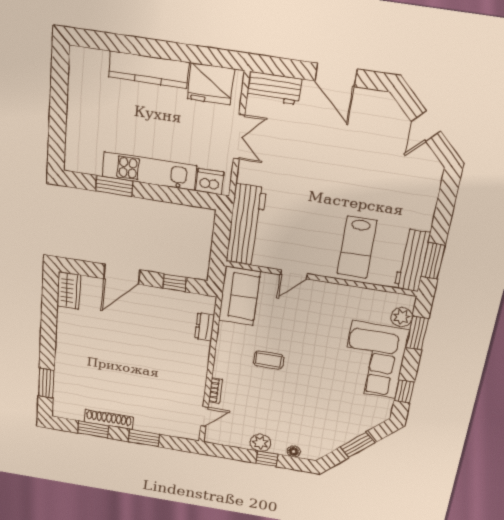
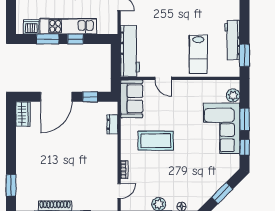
dishwasher: (210, 182) -> (31, 27), moved
window: (159, 193) -> (75, 39), added
workbench: (412, 260) -> (232, 40), moved
door: (122, 274) -> (56, 97), width x1.36
door: (294, 274) -> (163, 78), hinge flipped
window: (417, 333) -> (245, 119), moved
coffee table: (269, 360) -> (156, 141), width x1.86, depth x1.72

